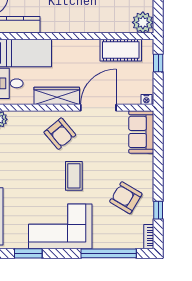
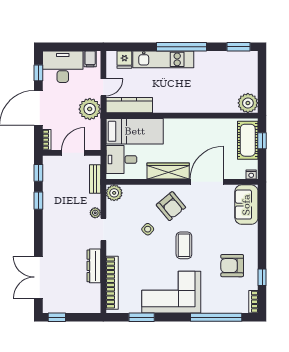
cot: (121, 50) -> (248, 140), moved, turned 90
side table: (35, 158) -> (148, 229), added
armchair: (126, 198) -> (232, 266), turned -31

